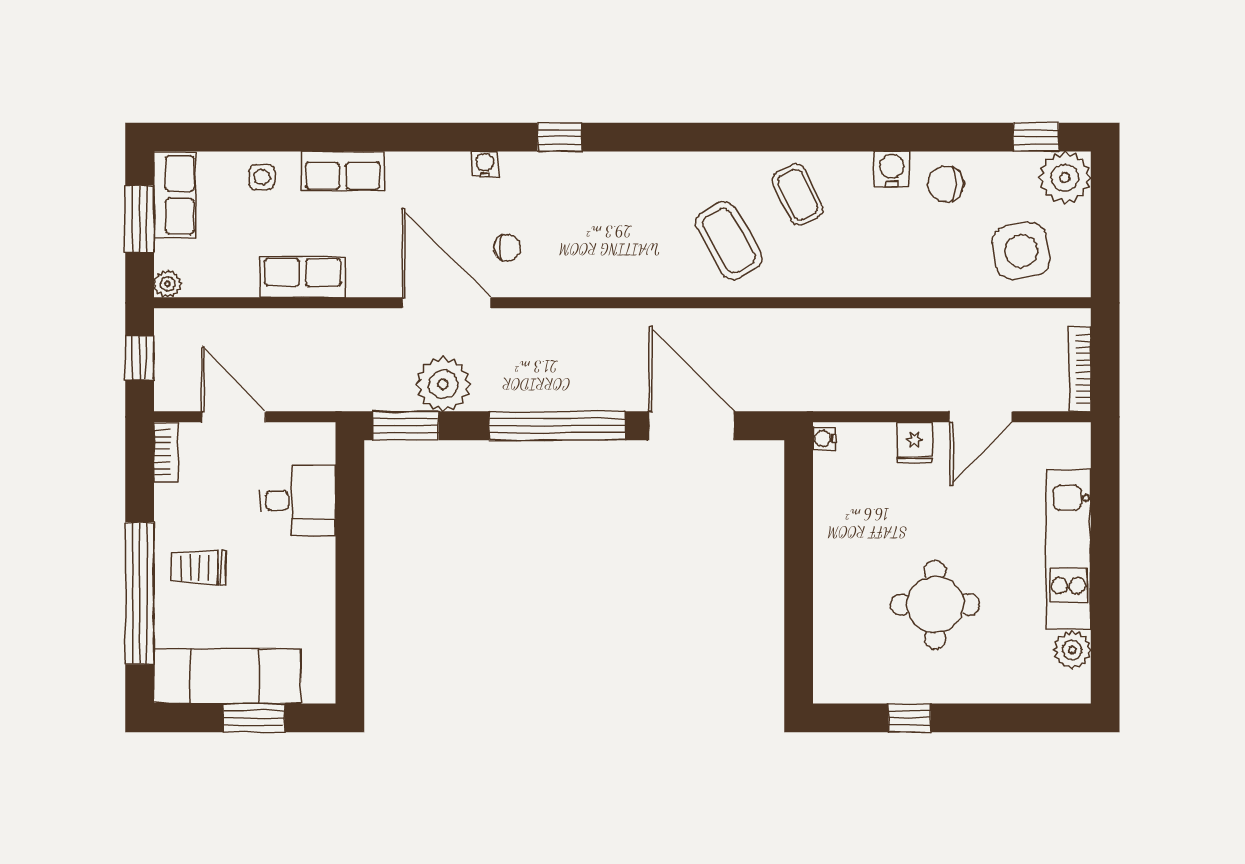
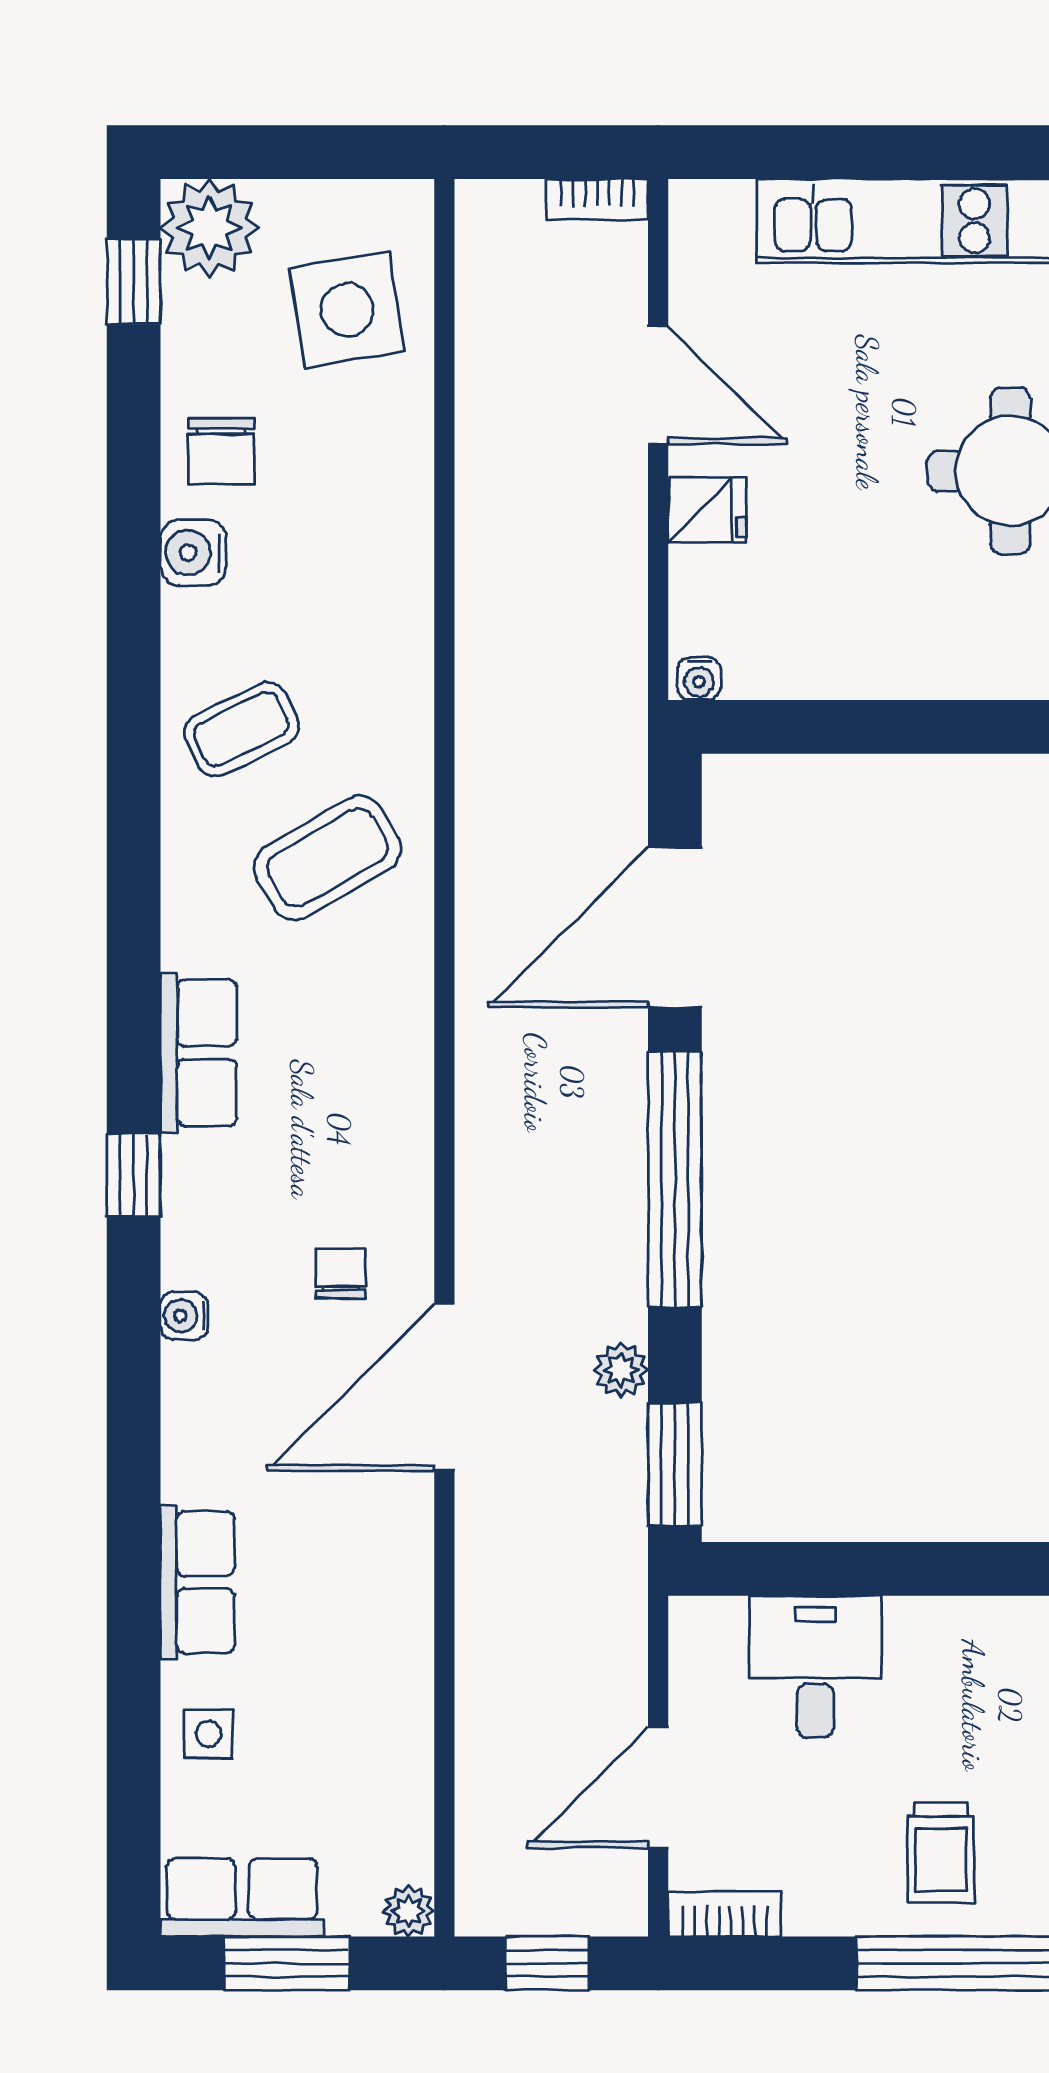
row of seats: (303, 277) -> (199, 1053), moved, turned 180
bookcase: (1080, 369) -> (597, 199), width x0.64
plant: (443, 384) -> (621, 1370), width x0.53, depth x0.53

